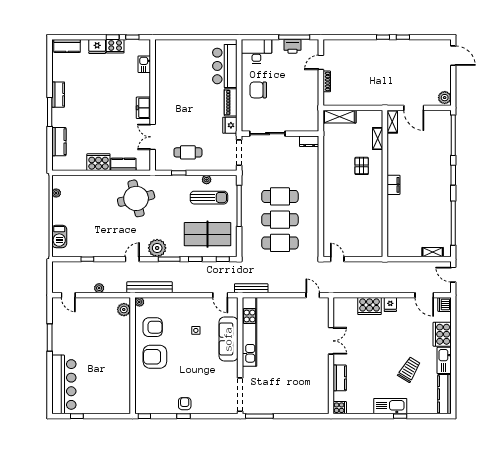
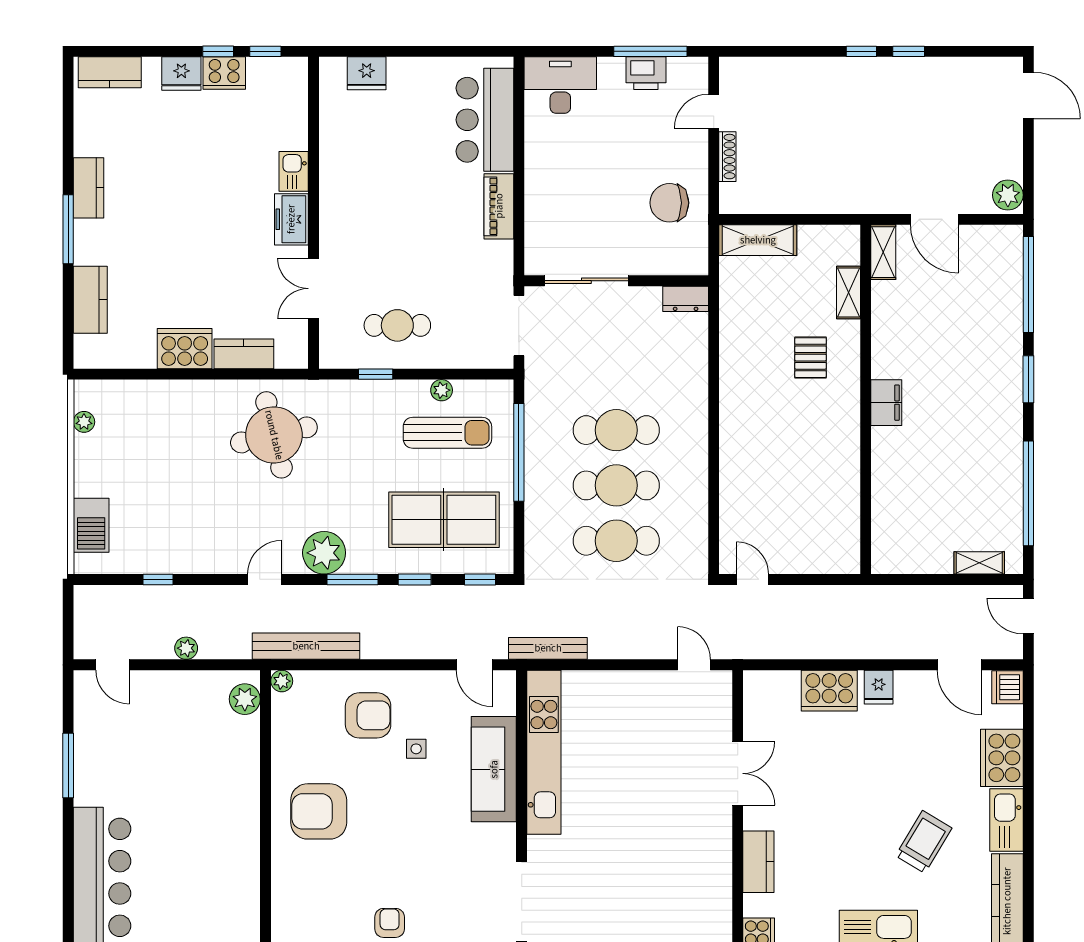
kitchen sink: (144, 64) -> (294, 171), moved
chair: (258, 90) -> (669, 203), moved
fridge: (230, 125) -> (367, 73), moved, turned -90
armchair: (153, 327) -> (368, 715), moved

